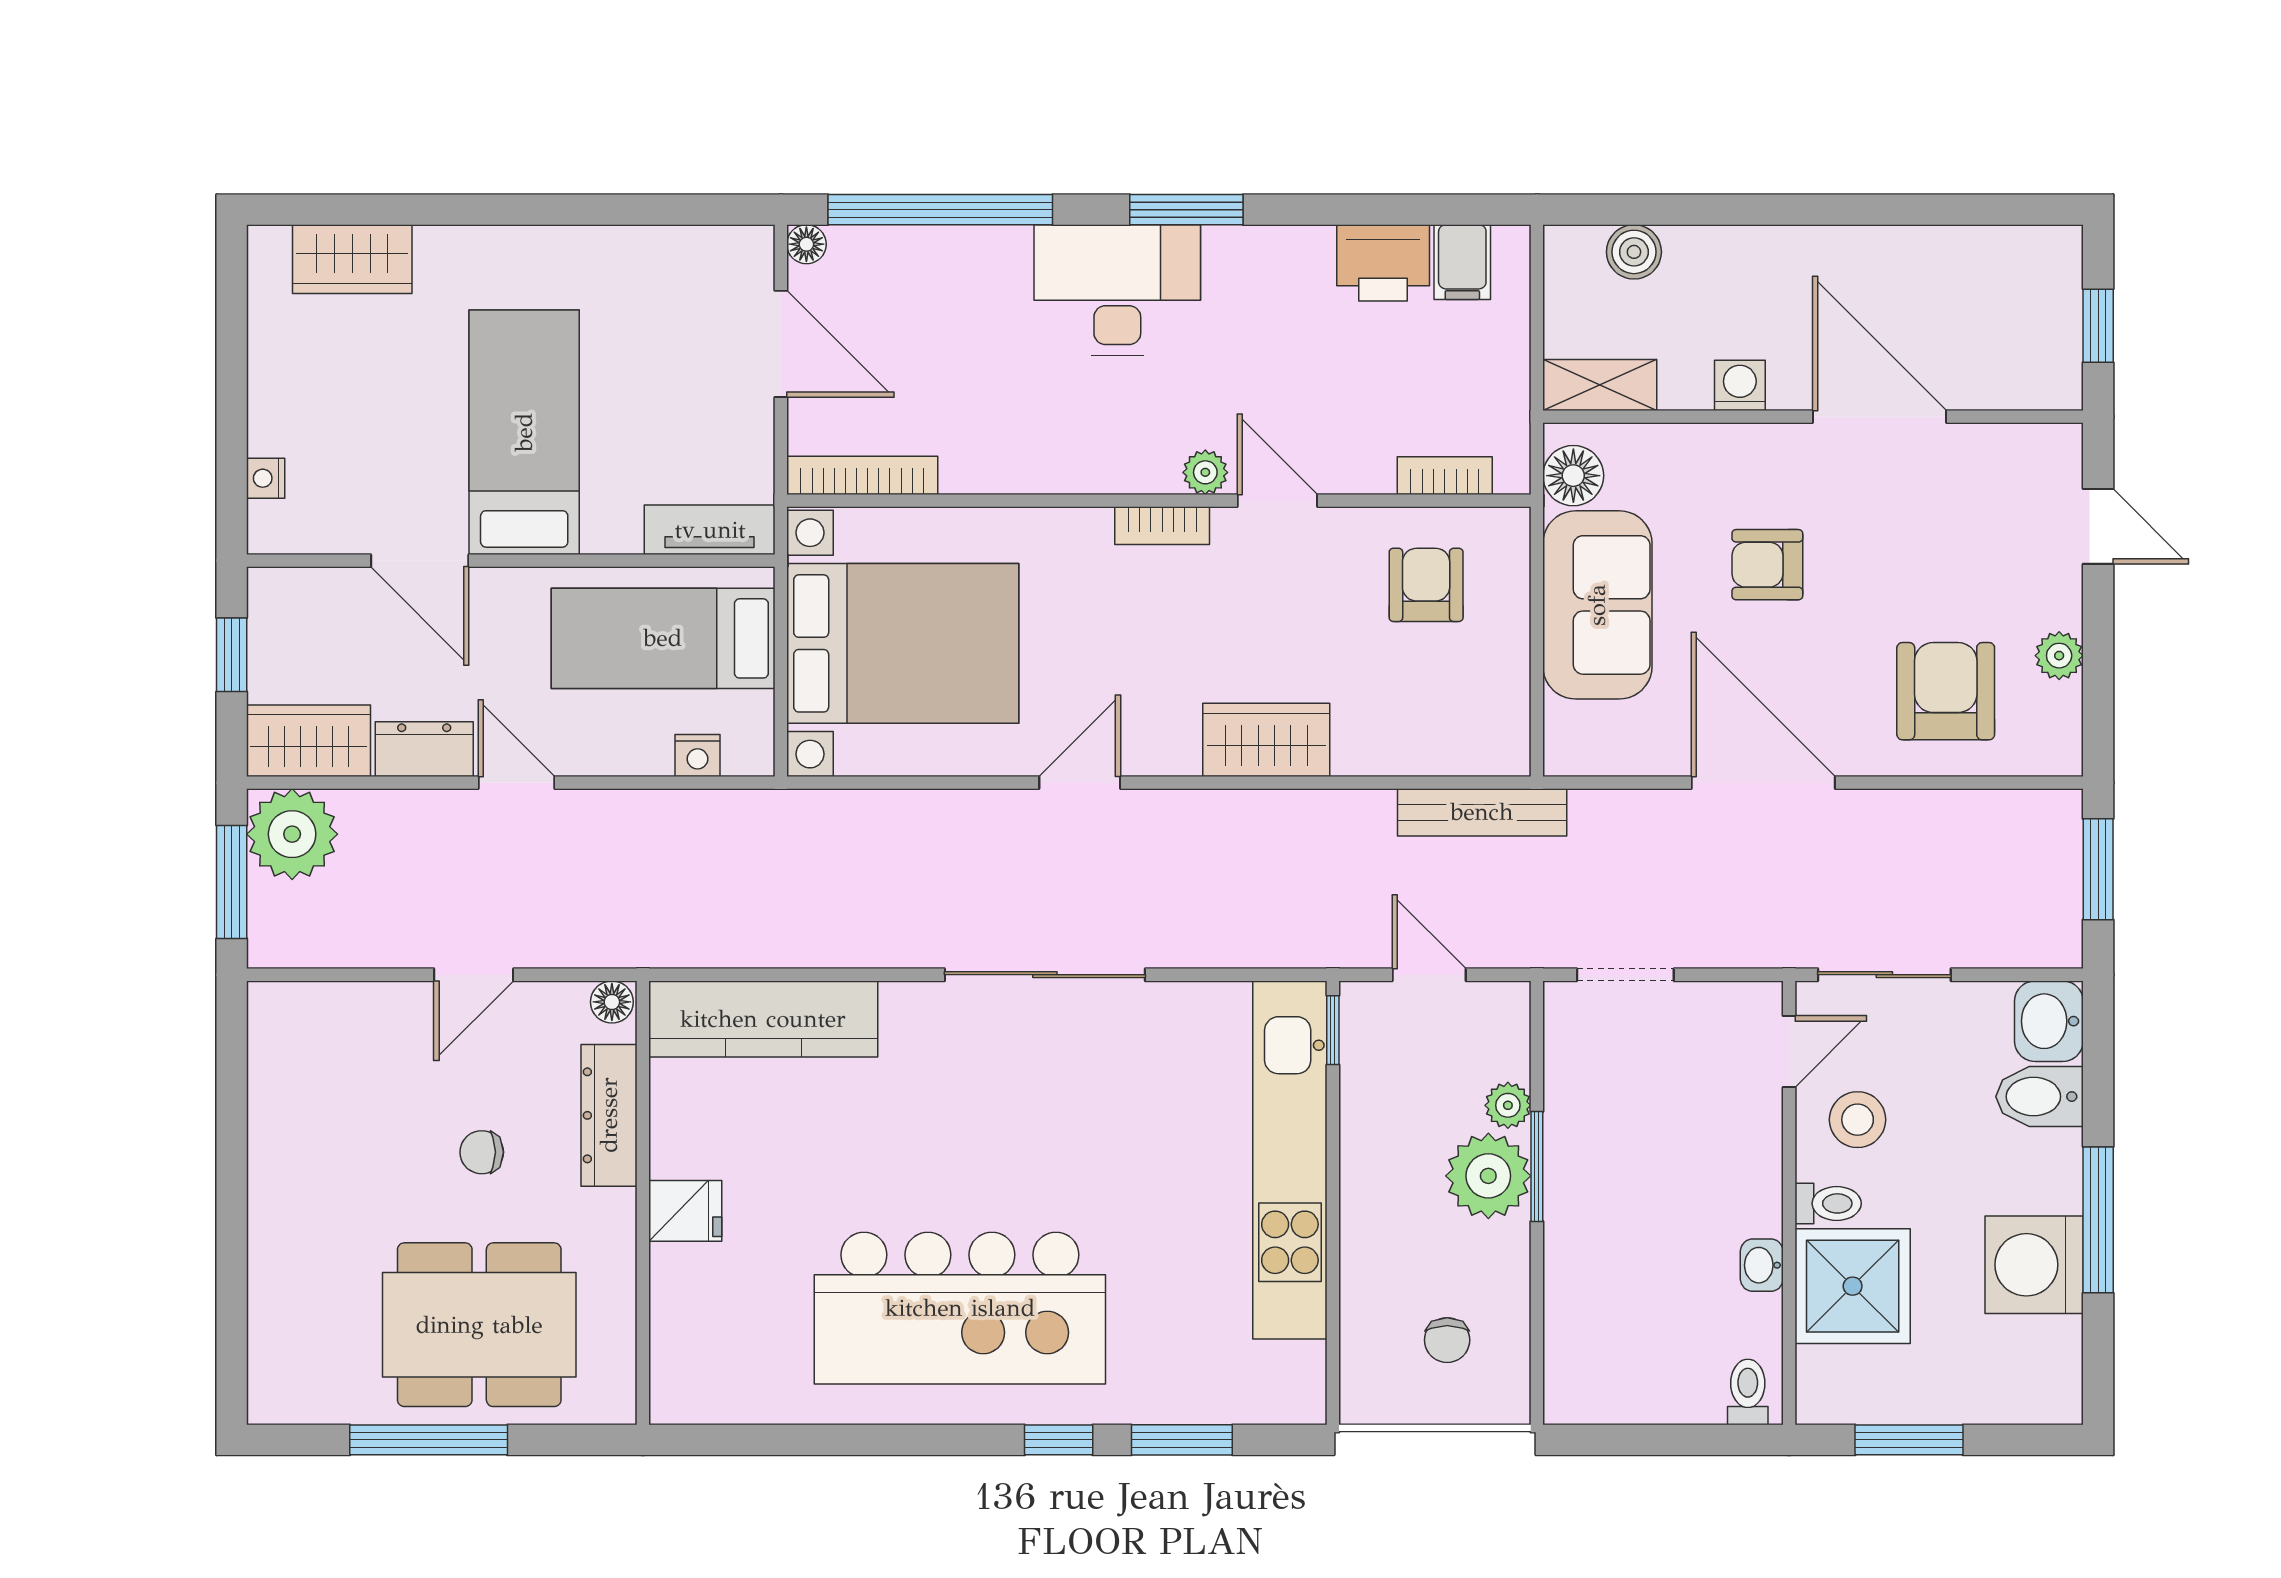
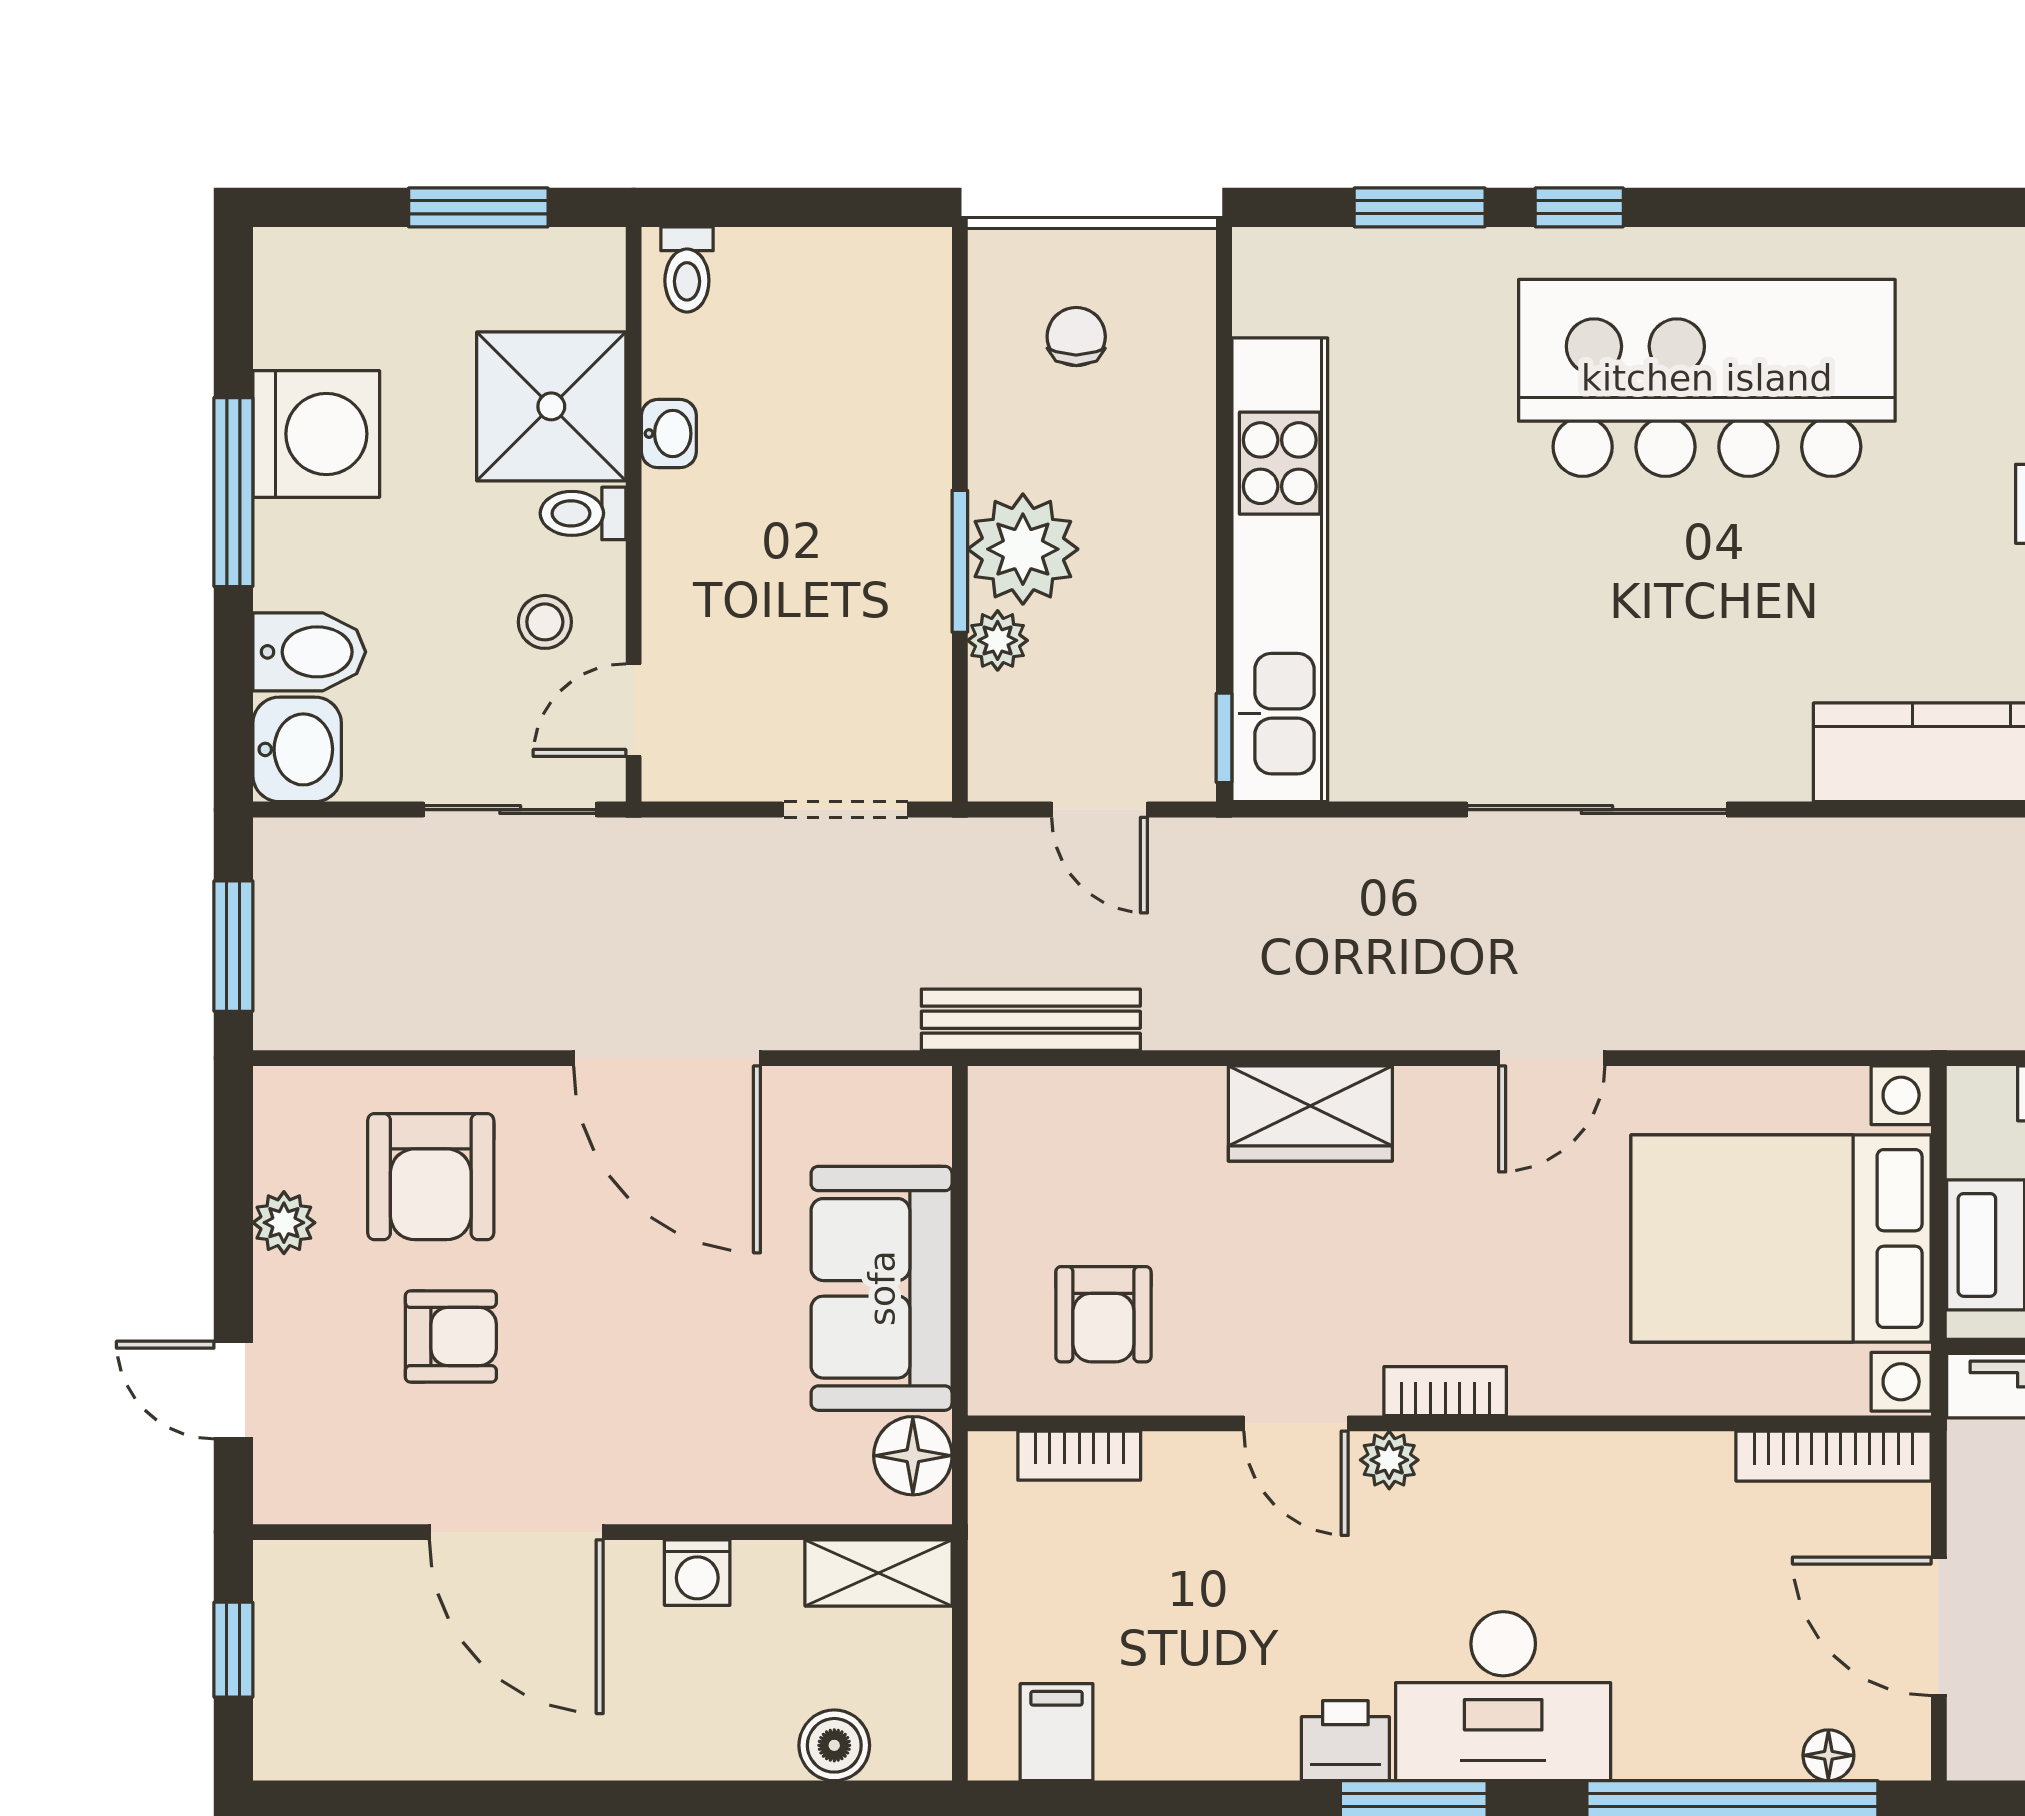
floor lamp: (806, 244) -> (1828, 1755), moved
printer: (1383, 263) -> (1345, 1741), moved, width x0.73, depth x0.81
armchair: (1767, 565) -> (451, 1336), moved
stool: (1858, 1120) -> (545, 622), width x0.73, depth x0.73

